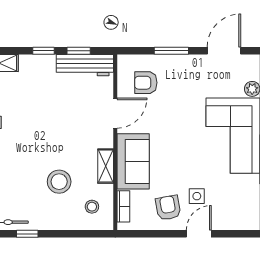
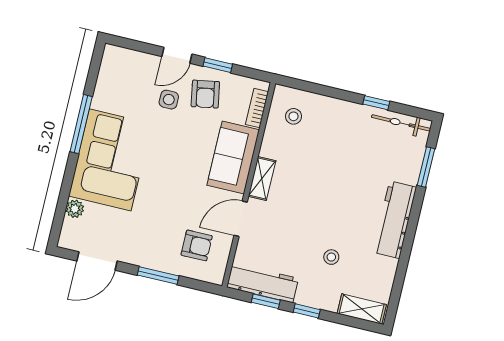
shelving: (106, 166) -> (262, 178), moved
stool: (59, 182) -> (331, 257), moved, width x0.53, depth x0.53
window: (164, 234) -> (218, 65), added

